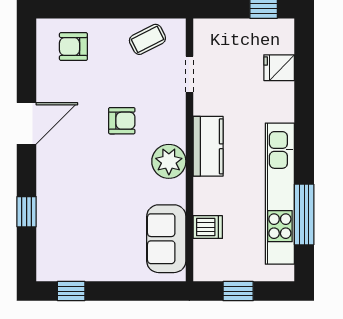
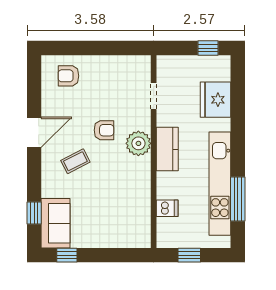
coffee table: (147, 39) -> (75, 161), moved
fridge: (279, 68) -> (216, 100), width x1.88, depth x1.34
plant: (169, 161) -> (138, 143), moved
window: (27, 212) -> (34, 213), moved
sofa: (166, 239) -> (56, 223), moved, turned 180

